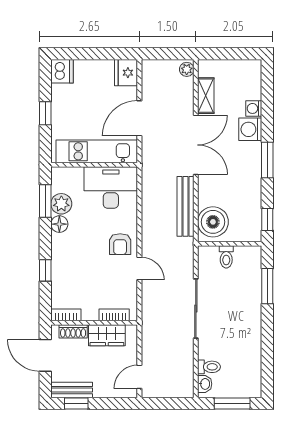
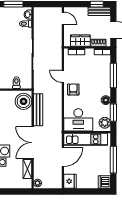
window: (45, 113) -> (113, 160), width x2.17
plant: (61, 204) -> (105, 123), moved
window: (45, 270) -> (113, 75), width x2.17
door: (139, 377) -> (63, 18), hinge flipped

